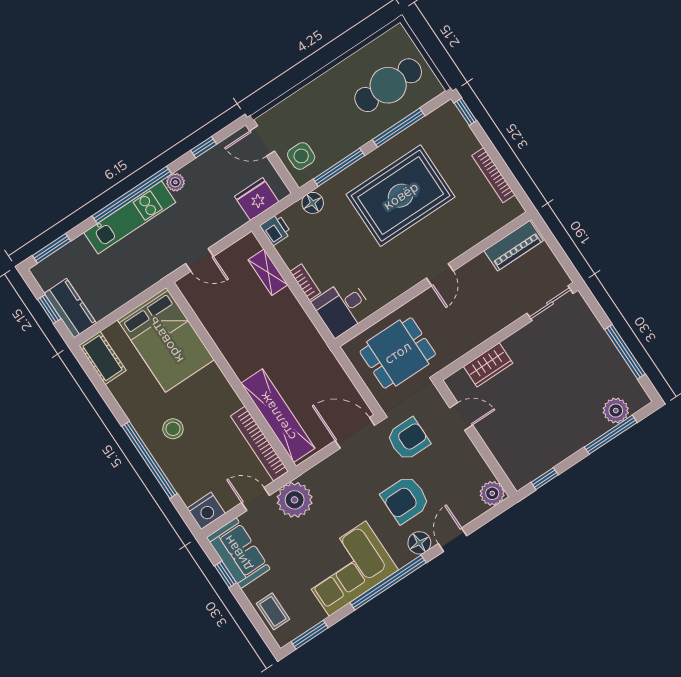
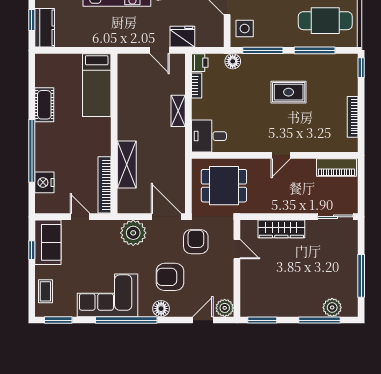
rug: (401, 196) -> (289, 92), width x0.54, depth x0.49
fridge: (257, 199) -> (182, 37), moved
door: (200, 260) -> (160, 50), moved
shelving: (268, 272) -> (178, 111), moved
bookcase: (305, 282) -> (197, 85), moved
bed: (166, 340) -> (97, 85), width x0.67
cot: (103, 358) -> (44, 105), moved
wardrobe: (488, 365) -> (281, 229), width x1.50
shelving: (278, 416) -> (127, 165), width x0.68
stool: (173, 429) -> (58, 141), removed
armchair: (408, 439) -> (196, 242), turned -90
window: (545, 479) -> (262, 320), width x1.50
plant: (295, 500) -> (133, 233), moved
nightstand: (206, 511) -> (44, 182), moved, turned 90
door: (453, 540) -> (203, 320), moved

